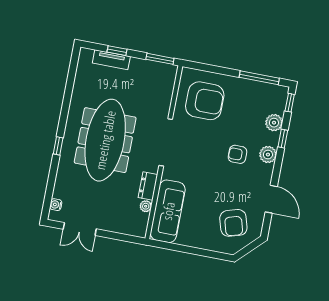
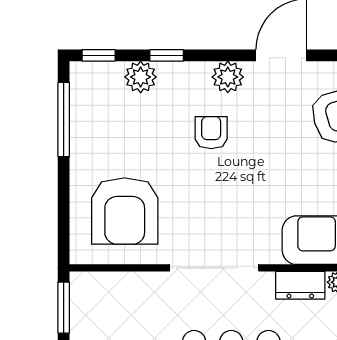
armchair: (205, 101) -> (125, 211), turned 180
armchair: (237, 154) -> (211, 133), turned 180
plant: (268, 155) -> (228, 77), moved

